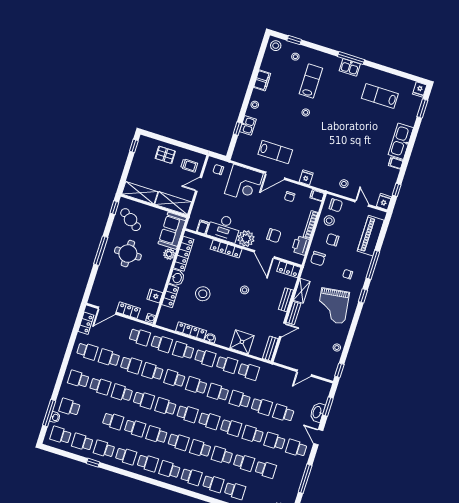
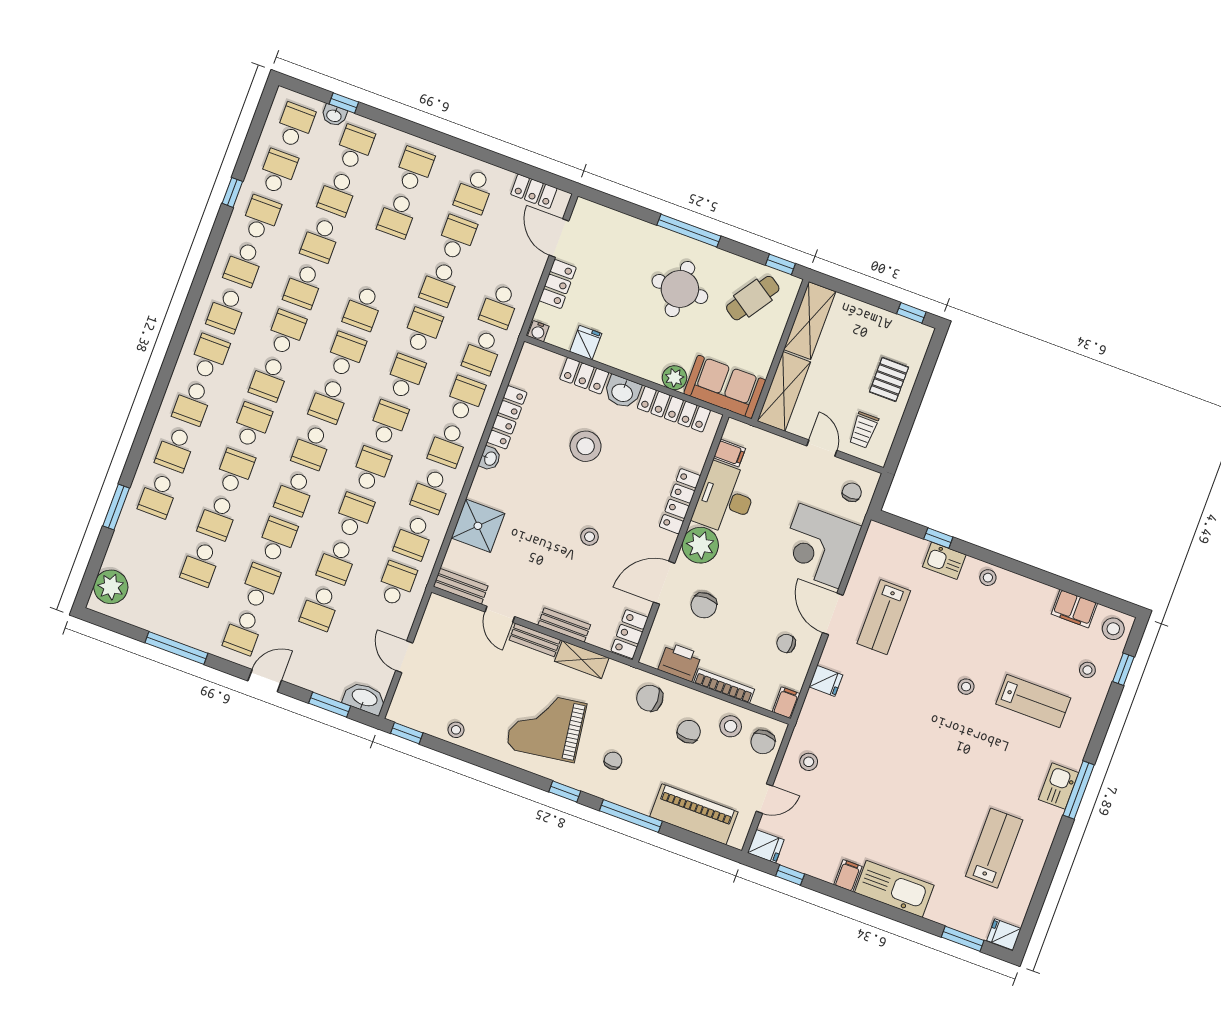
filing cabinet: (262, 80) -> (1074, 609), moved
school desk: (271, 378) -> (397, 584), added
school desk: (122, 393) -> (338, 194), moved, turned 180
washbasin: (317, 412) -> (364, 698), moved
window: (49, 413) -> (344, 103), width x0.46
school desk: (283, 413) -> (320, 608), turned 180
school desk: (296, 448) -> (243, 632), turned 180

